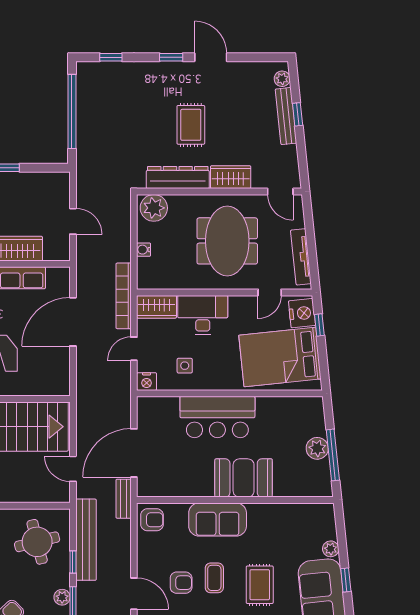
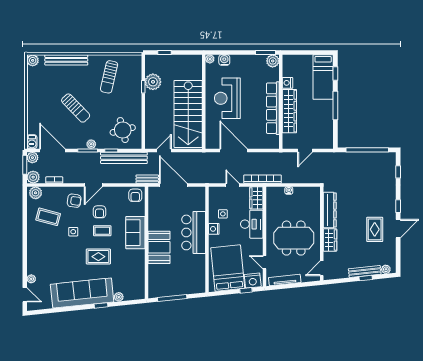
rug: (191, 125) -> (375, 229), moved, turned 90
plant: (154, 208) -> (313, 196), removed
door: (73, 322) -> (234, 150), moved
nightstand: (147, 382) -> (214, 229), moved
plant: (317, 448) -> (176, 289), removed

